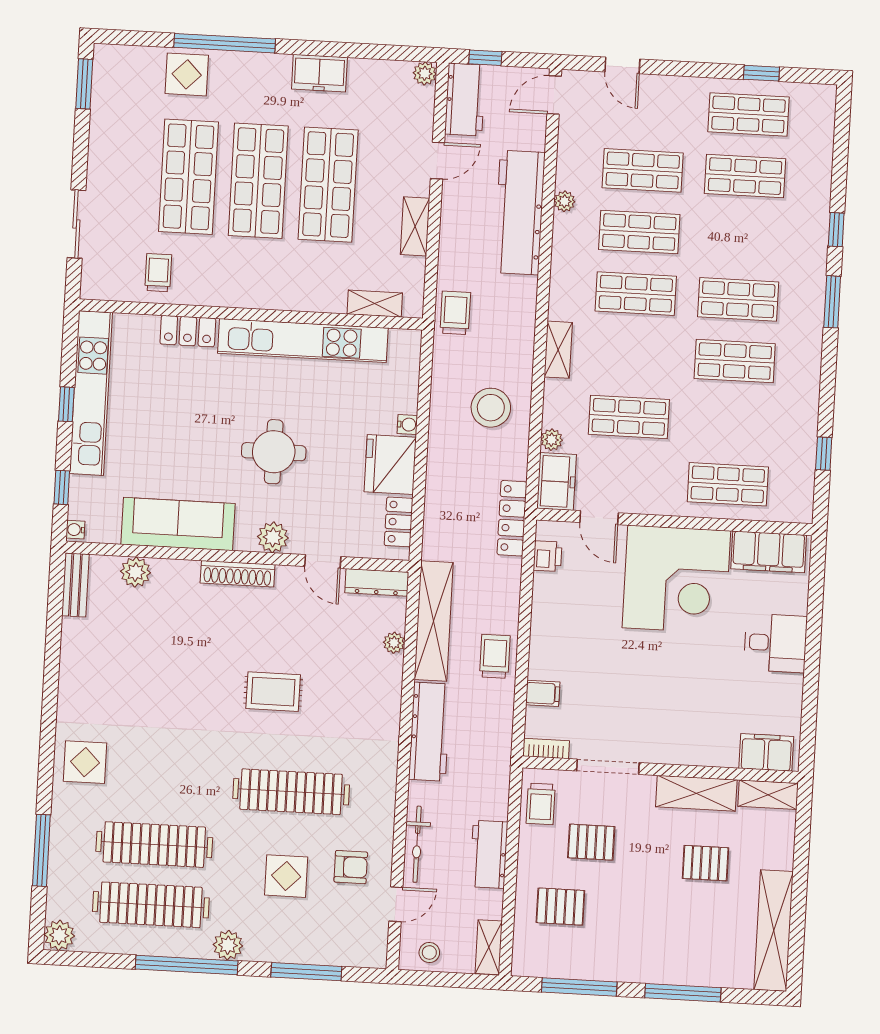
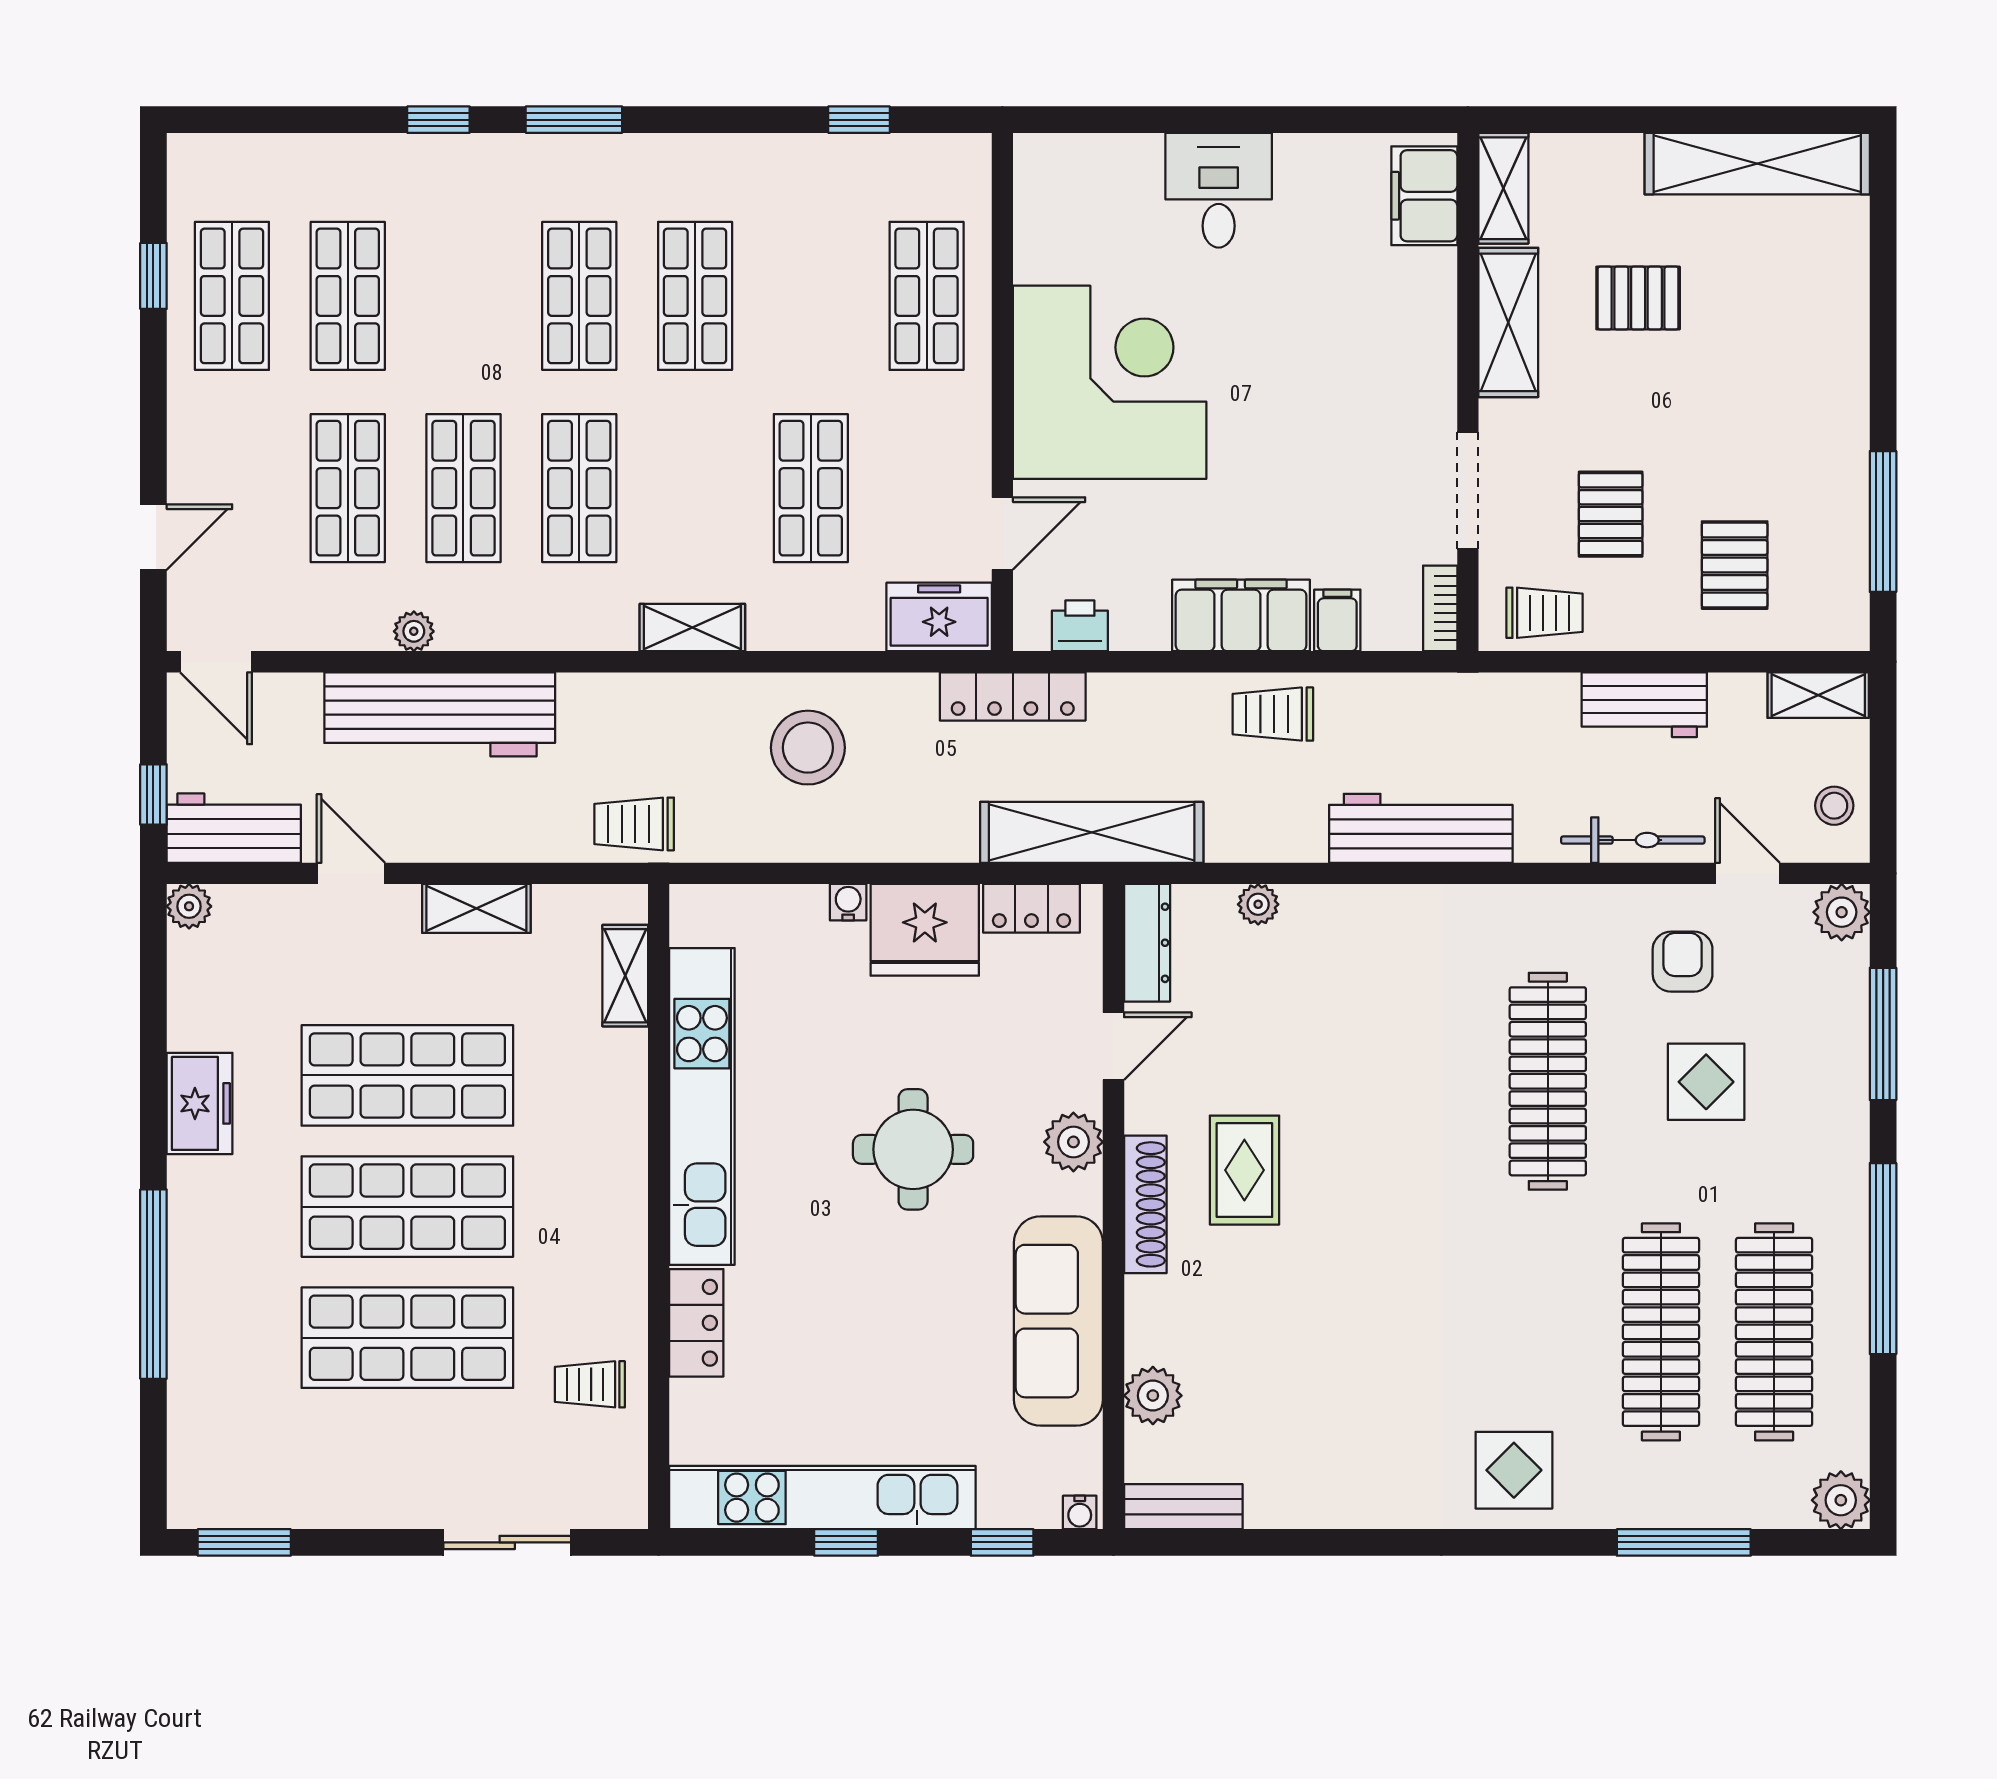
display table: (187, 74) -> (216, 1352), removed
plant: (552, 440) -> (862, 630), removed
filing cabinet: (769, 552) -> (1241, 615), moved, turned -90
shelving: (434, 621) -> (1092, 832), moved
rug: (273, 692) -> (1244, 1170), moved
pallet: (705, 863) -> (1638, 298), turned 90
plant: (228, 945) -> (1842, 912), moved
window: (683, 993) -> (1883, 327), removed

